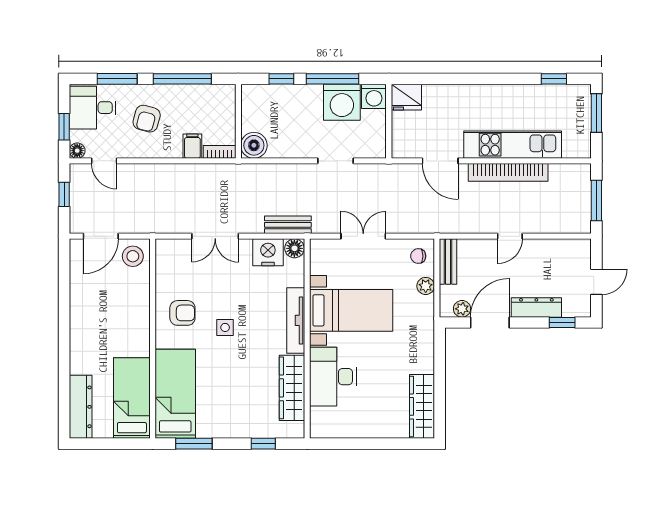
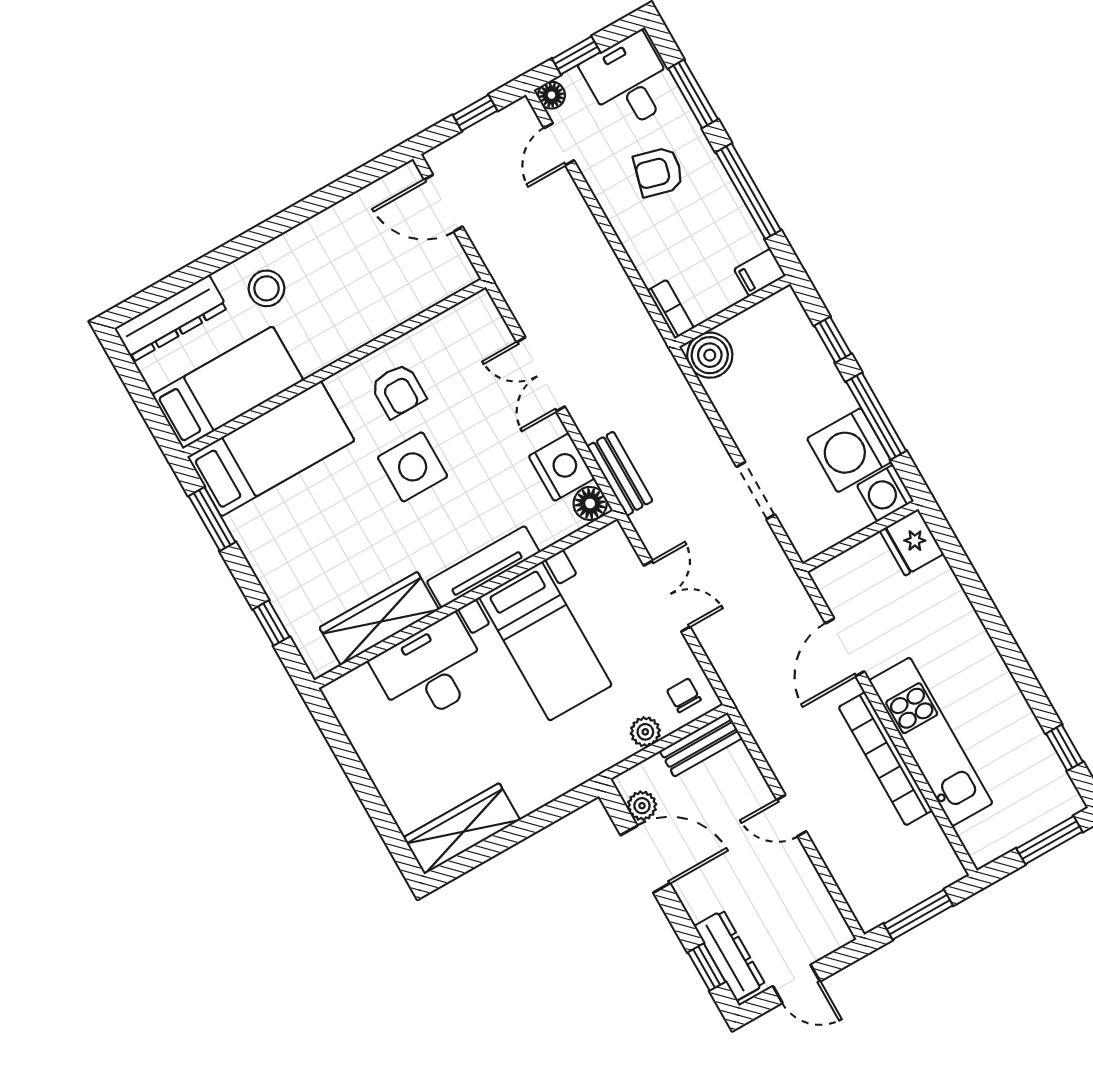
filing cabinet: (192, 146) -> (760, 273), moved, turned 180
stool: (133, 256) -> (267, 288), moved
dresser: (536, 307) -> (730, 955), moved
side table: (225, 327) -> (413, 467), width x1.87, depth x1.87

